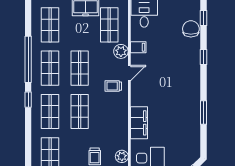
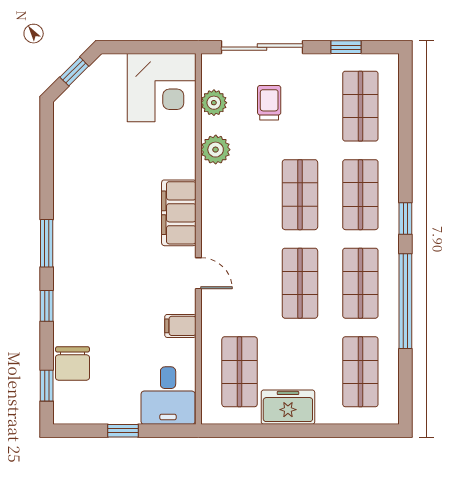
plant: (121, 51) -> (216, 150), moved
door: (129, 73) -> (198, 273), swing flipped
trolley: (113, 86) -> (231, 247), removed
window: (204, 113) -> (47, 243), moved
filing cabinet: (139, 123) -> (179, 213), moved

